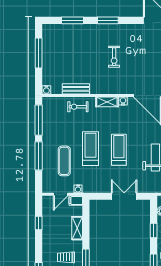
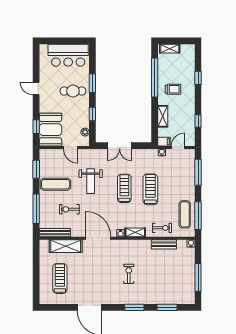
treadmill: (90, 149) -> (150, 189), turned 180
treadmill: (119, 150) -> (124, 188), turned 180
window: (39, 156) -> (198, 172), moved
exercise mat: (64, 161) -> (185, 214), moved

